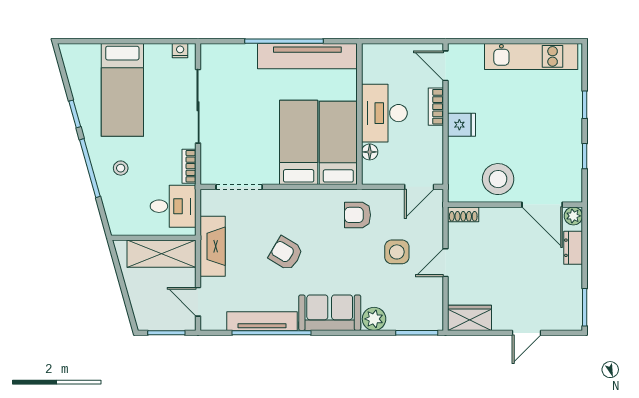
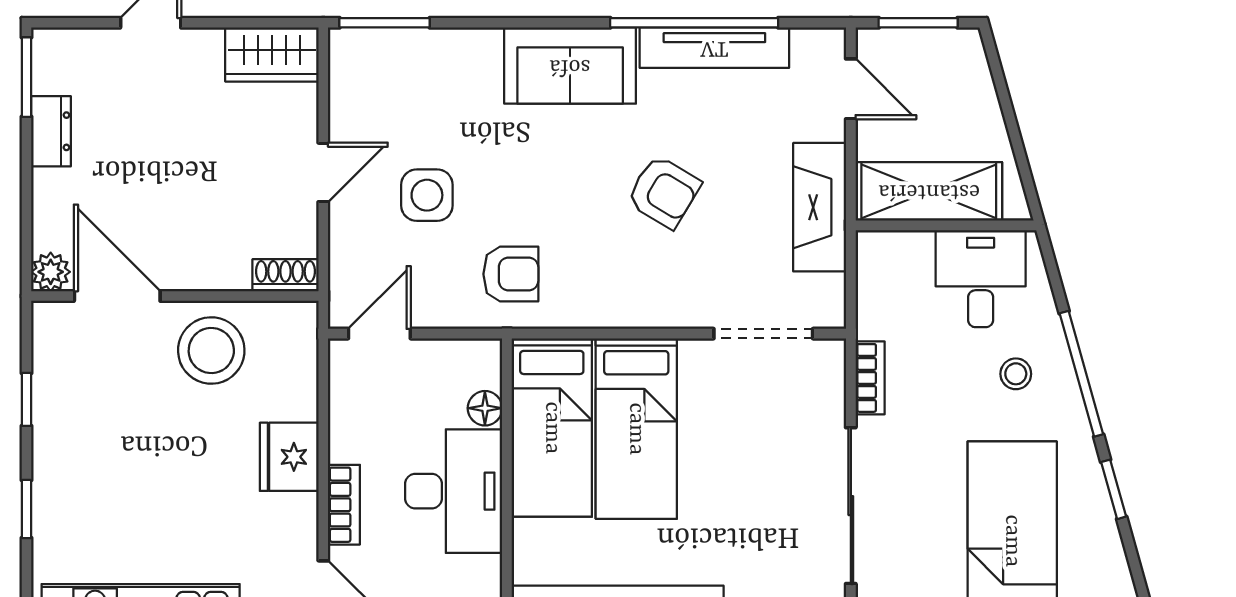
fridge: (461, 125) -> (289, 457), width x1.38
desk: (173, 206) -> (981, 279), moved, turned 90
dresser: (573, 248) -> (51, 131), moved
plant: (374, 319) -> (476, 52), removed

